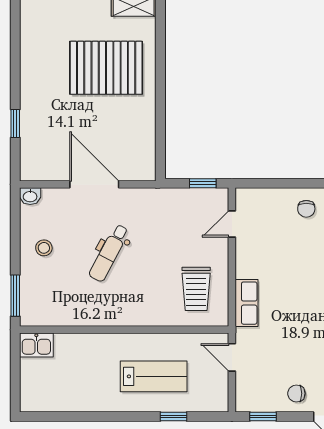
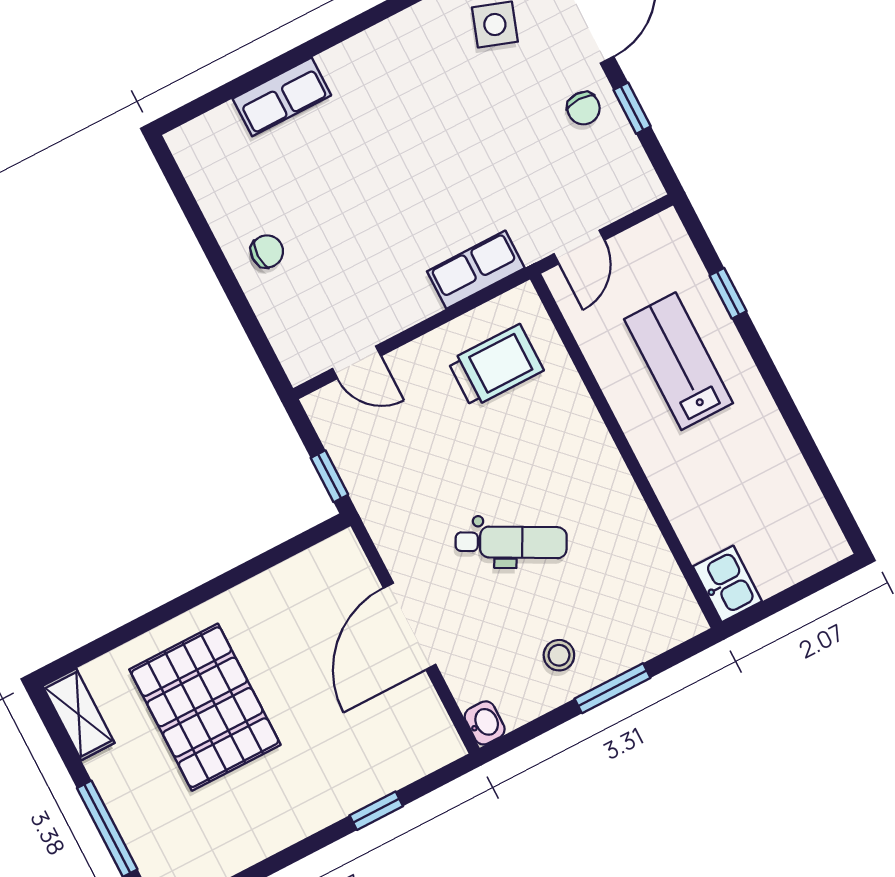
window: (203, 183) -> (329, 476), moved
window: (15, 296) -> (612, 688), moved
window: (263, 416) -> (632, 108), moved

